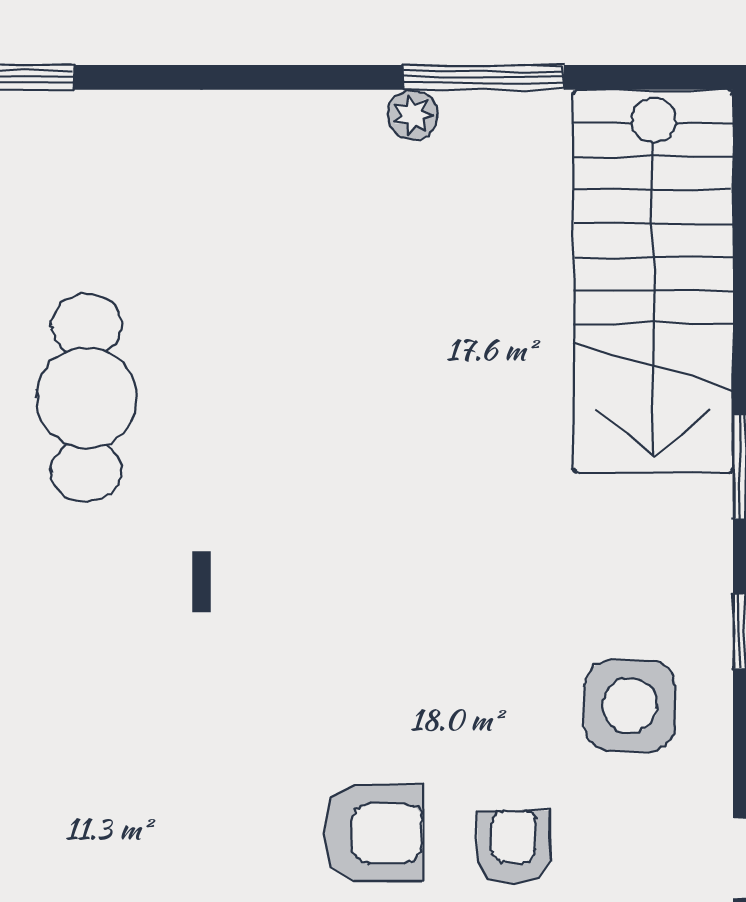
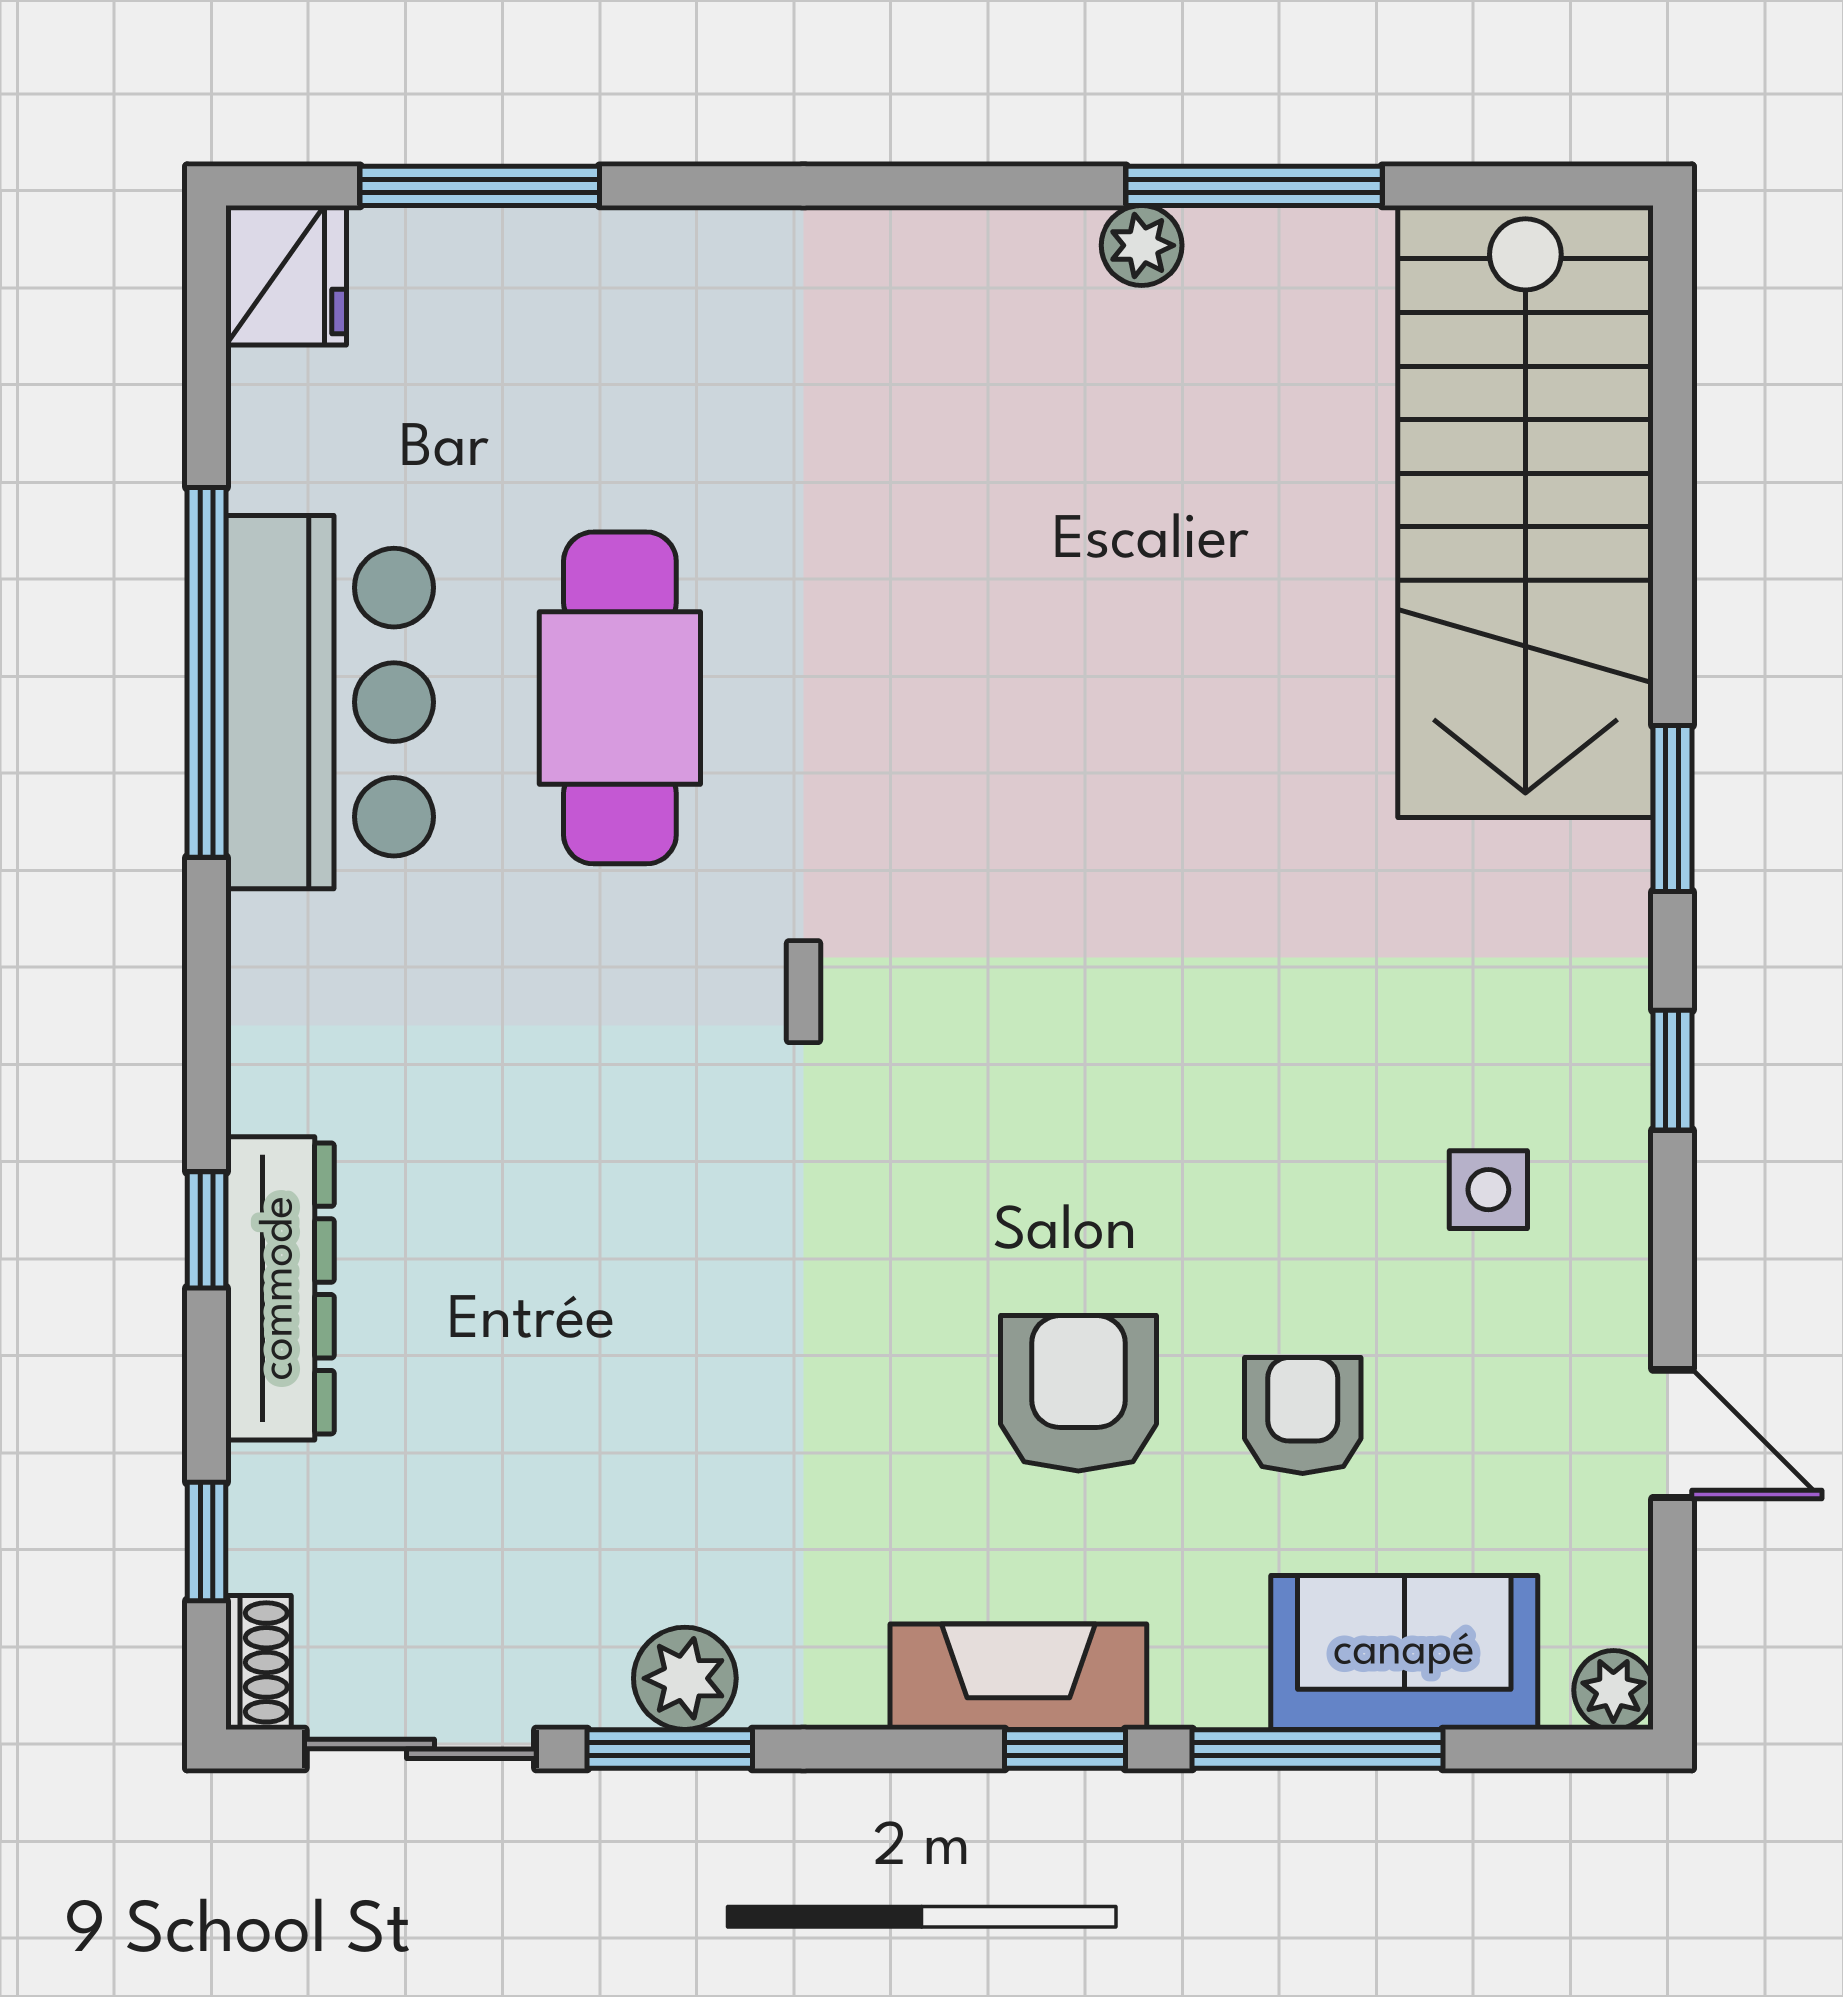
side table: (630, 706) -> (1488, 1190), width x0.54, depth x0.54
armchair: (374, 833) -> (1078, 1393), turned -90

